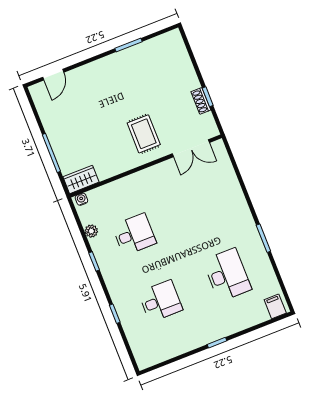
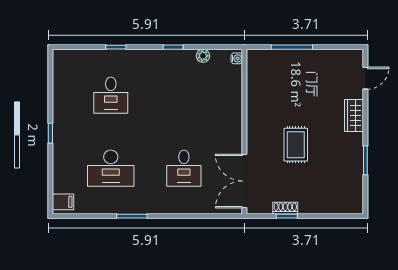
door: (53, 75) -> (365, 78), swing flipped
rug: (144, 134) -> (296, 145), moved, turned 90
double door: (191, 148) -> (244, 181), width x1.37
wardrobe: (81, 179) -> (354, 115), moved, turned 180
desk: (134, 234) -> (184, 168), moved

